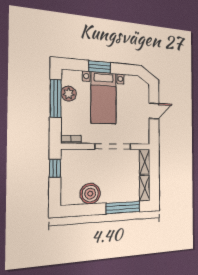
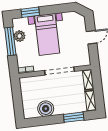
window: (100, 67) -> (30, 12), moved
window: (55, 168) -> (17, 93), removed
window: (123, 207) -> (74, 117), width x0.69

